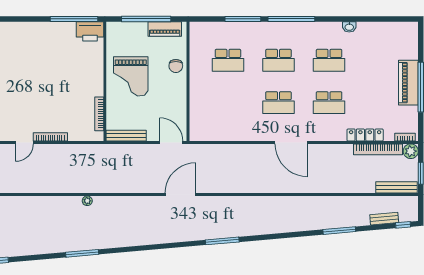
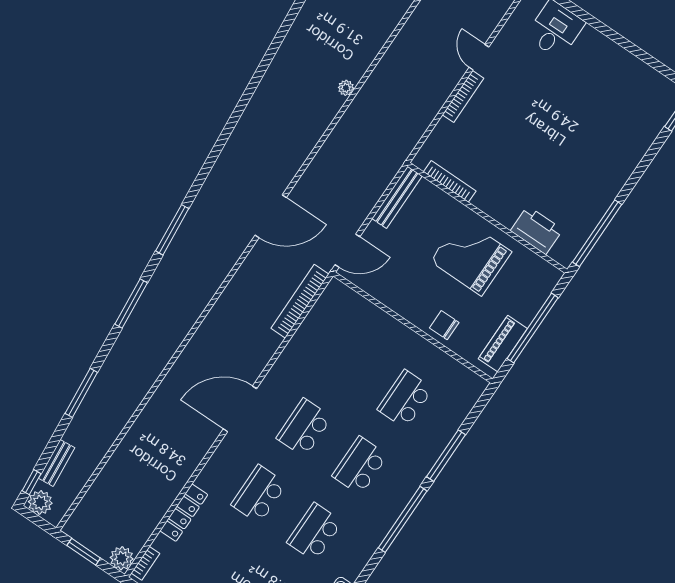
printer: (90, 31) -> (537, 230), moved, turned 90
bookcase: (378, 149) -> (300, 301), moved
bench: (396, 187) -> (87, 507), removed
door: (180, 195) -> (271, 216), hinge flipped
plant: (411, 213) -> (40, 502), added
window: (82, 253) -> (131, 304), moved

